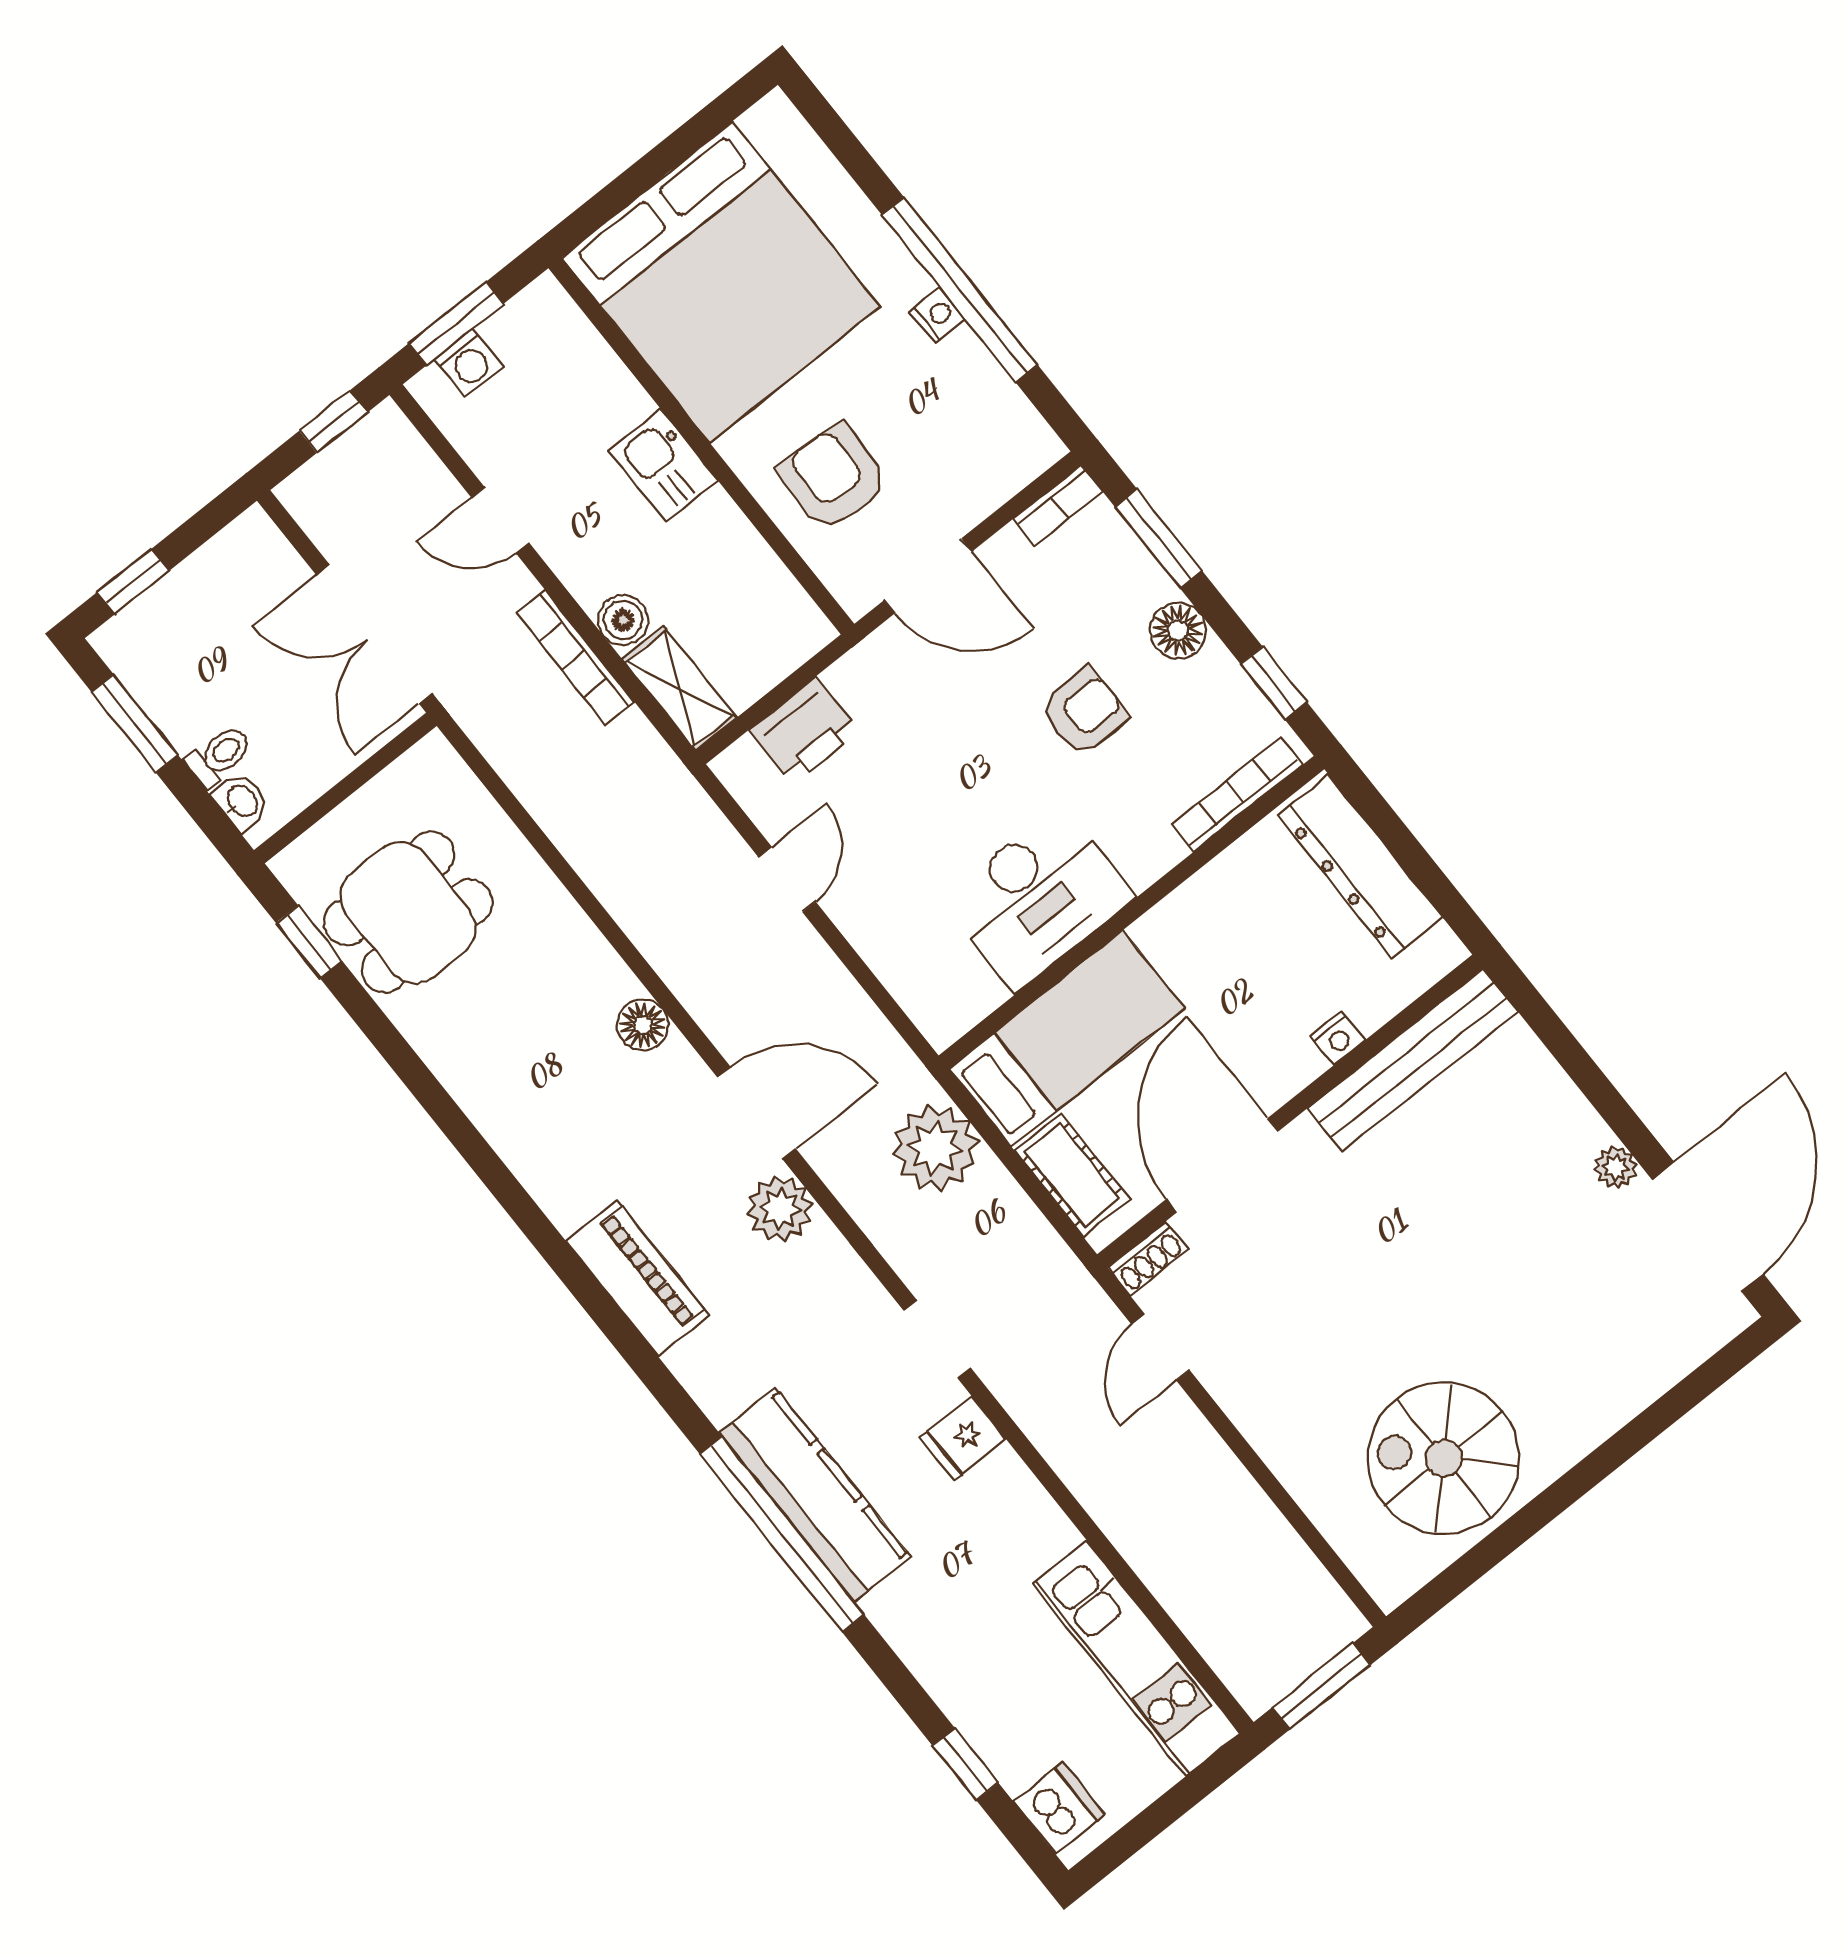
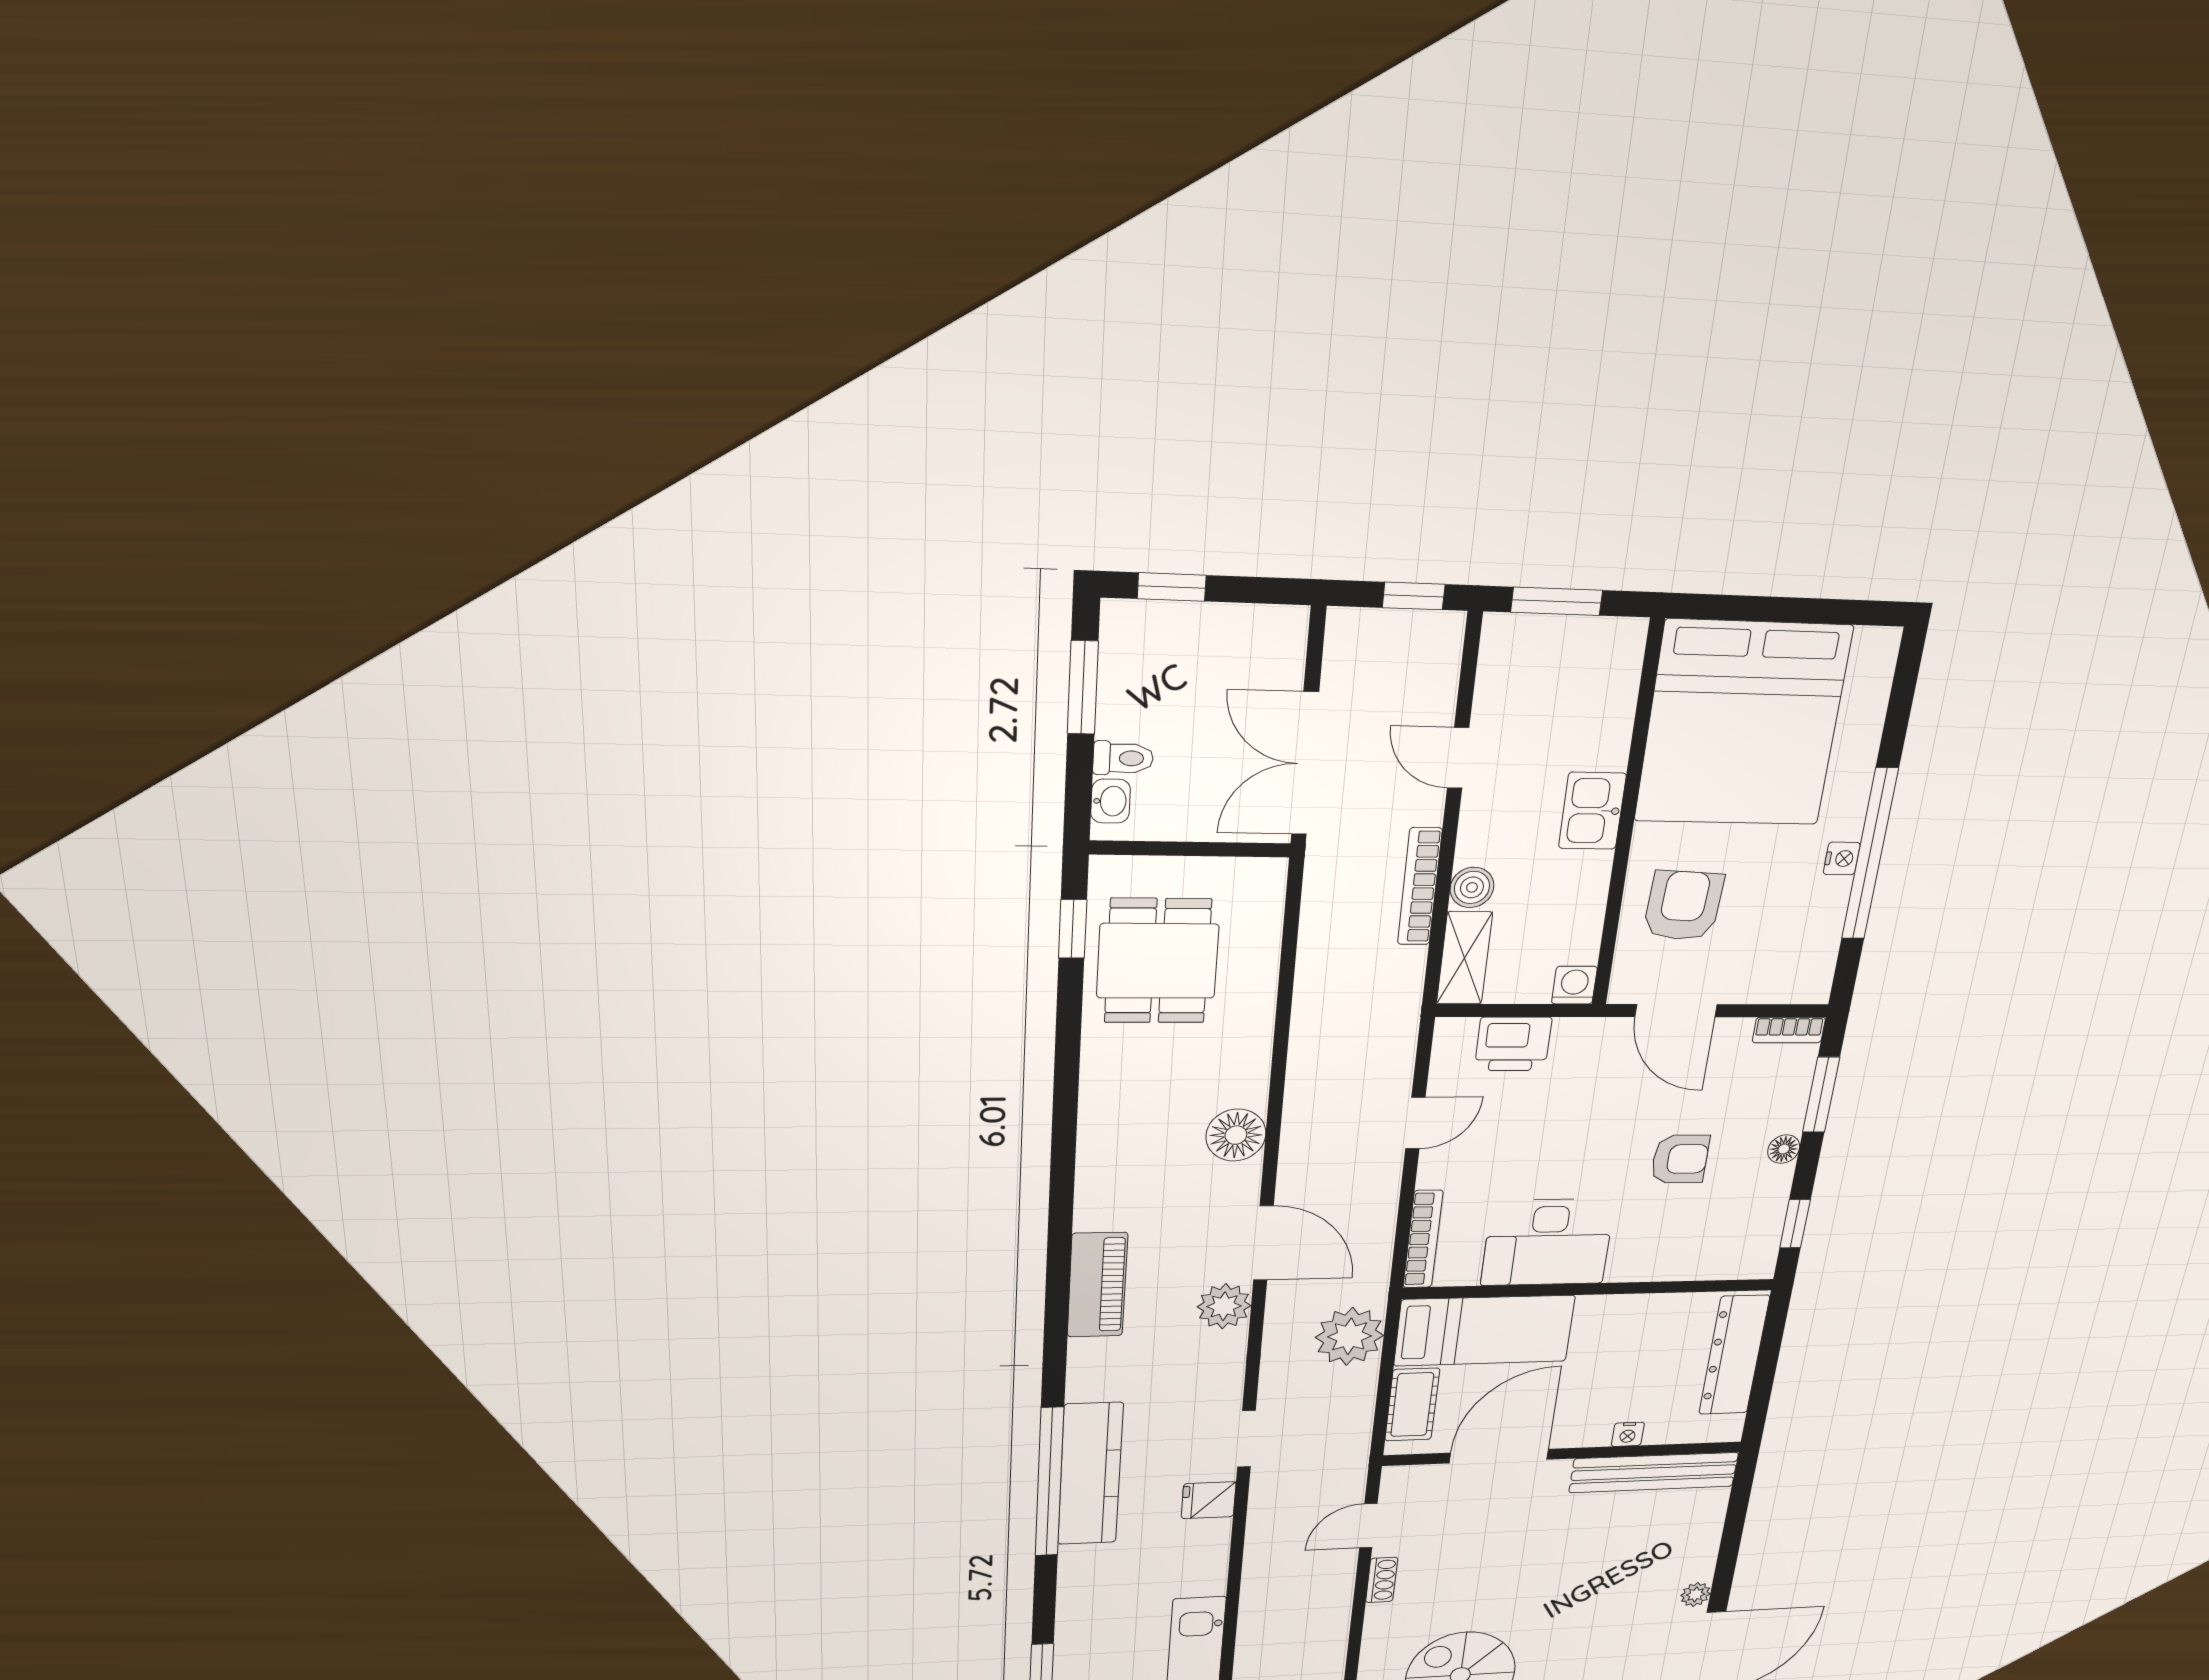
washing machine: (469, 363) -> (1574, 985), moved, turned 180
floor lamp: (1178, 630) -> (1784, 1149), width x0.73, depth x0.73
bookcase: (1237, 795) -> (1423, 1239), moved, turned 90
dining table: (408, 912) -> (1158, 961), turned 90
floor lamp: (643, 1025) -> (1236, 1135), width x1.38, depth x1.38
shoe rack: (1148, 1258) -> (1382, 1580), moved, turned -90

